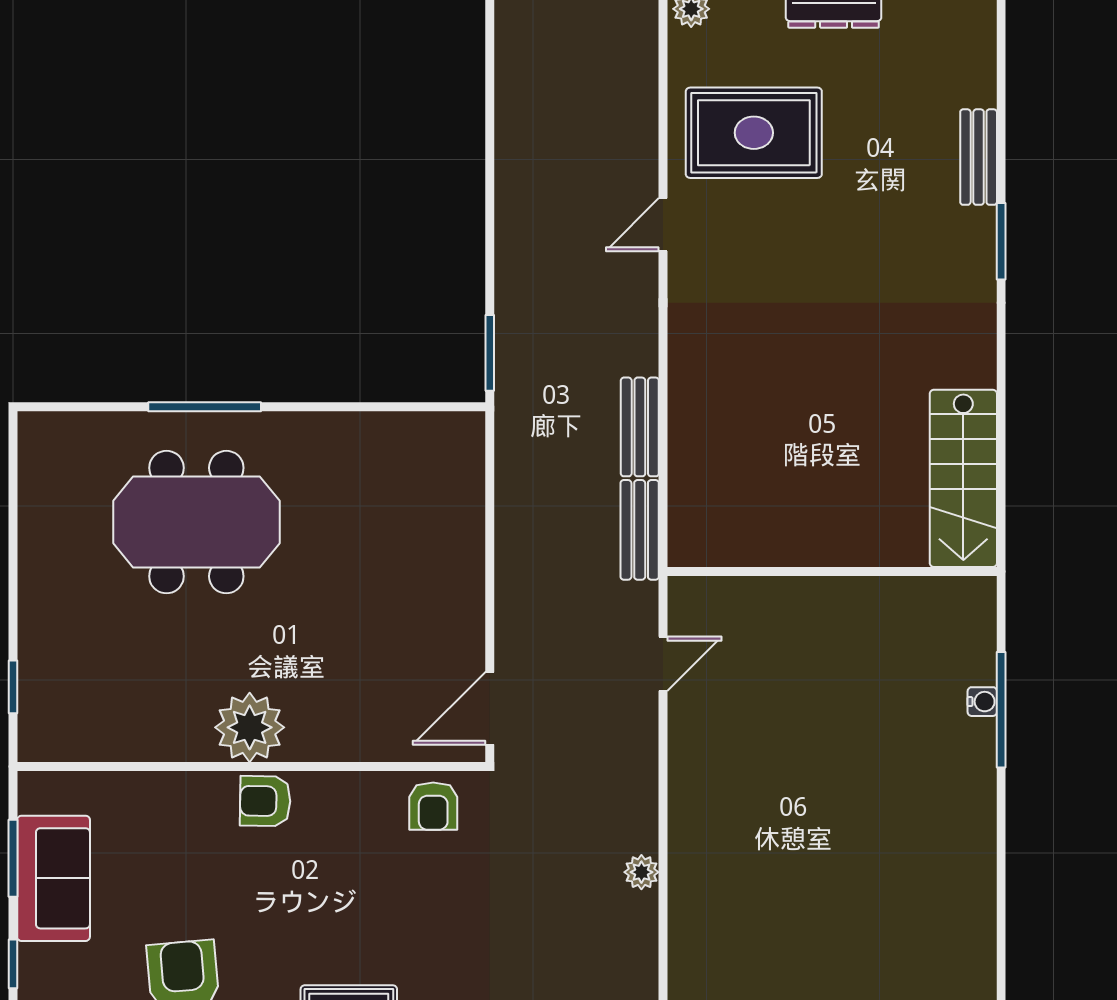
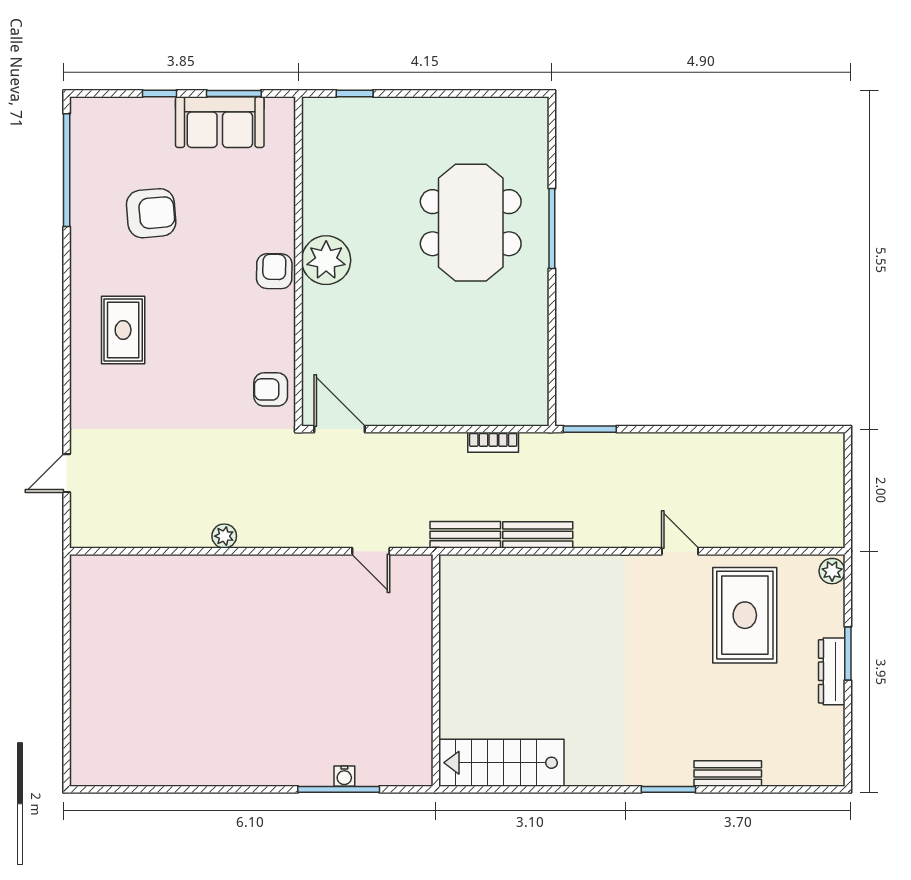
bookcase: (508, 490) -> (493, 442), added

